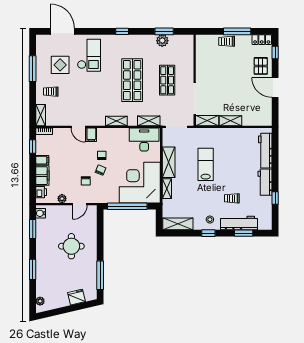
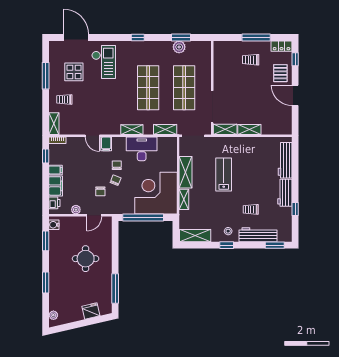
trolley: (227, 41) -> (251, 60), moved
shop shelf: (167, 80) -> (184, 88), width x1.43, depth x1.36
desk: (144, 140) -> (142, 149), moved
window: (244, 233) -> (275, 245), moved

